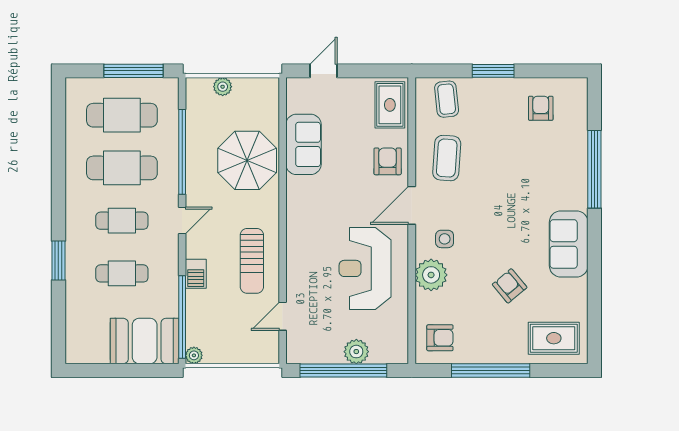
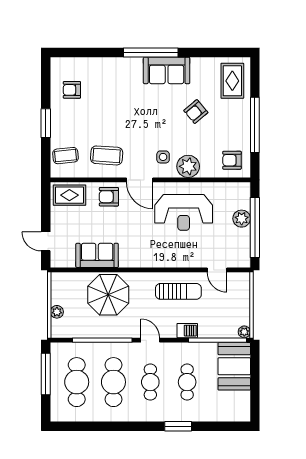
window: (594, 169) -> (151, 52), moved
armchair: (440, 338) -> (232, 160), turned -90

